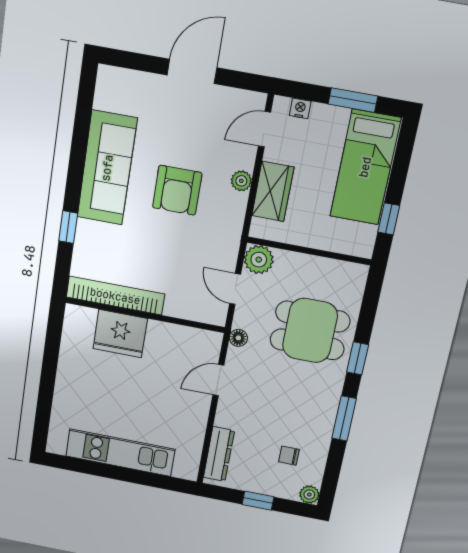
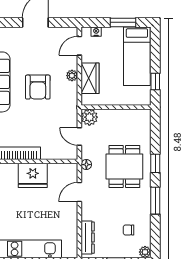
dining table: (310, 330) -> (124, 167), moved, turned 90
fridge: (120, 334) -> (33, 175), moved

